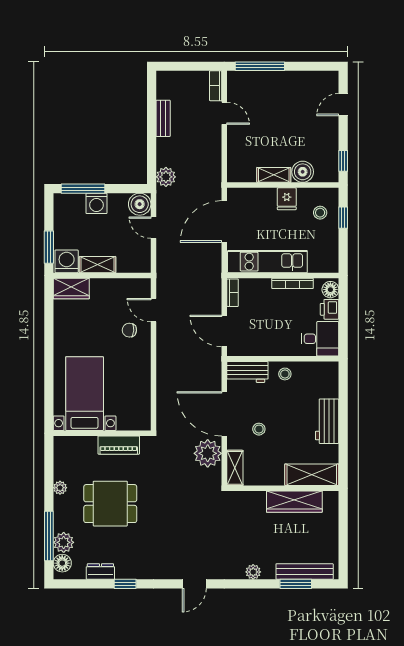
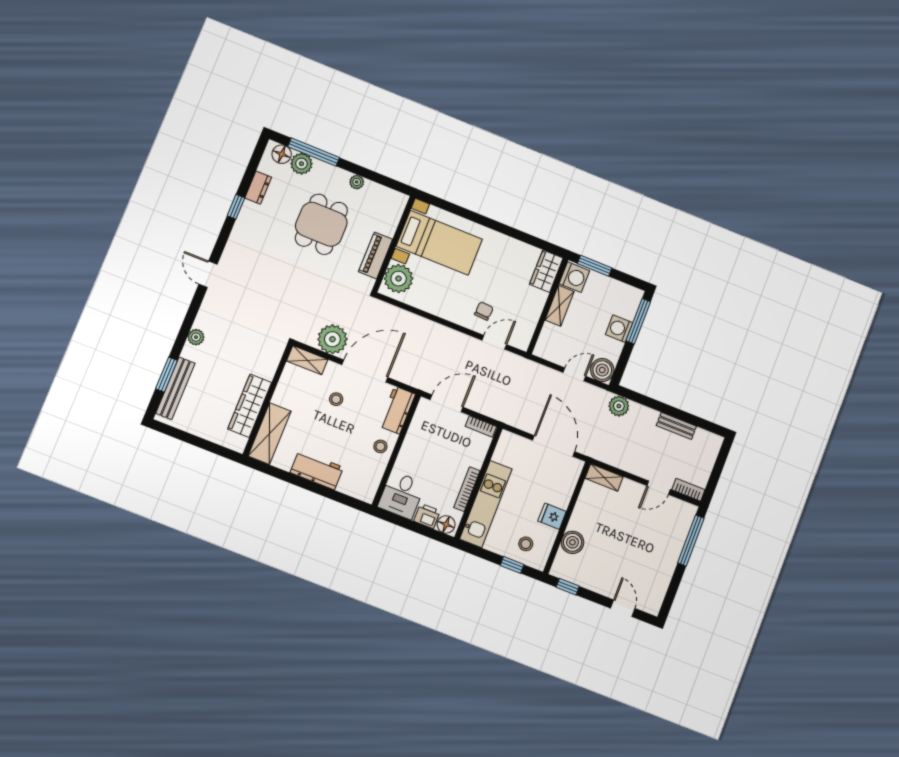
shelving: (274, 175) -> (604, 478), moved, turned 90
kitchen unit: (267, 262) -> (486, 504), moved
plant: (131, 417) -> (399, 279), added

